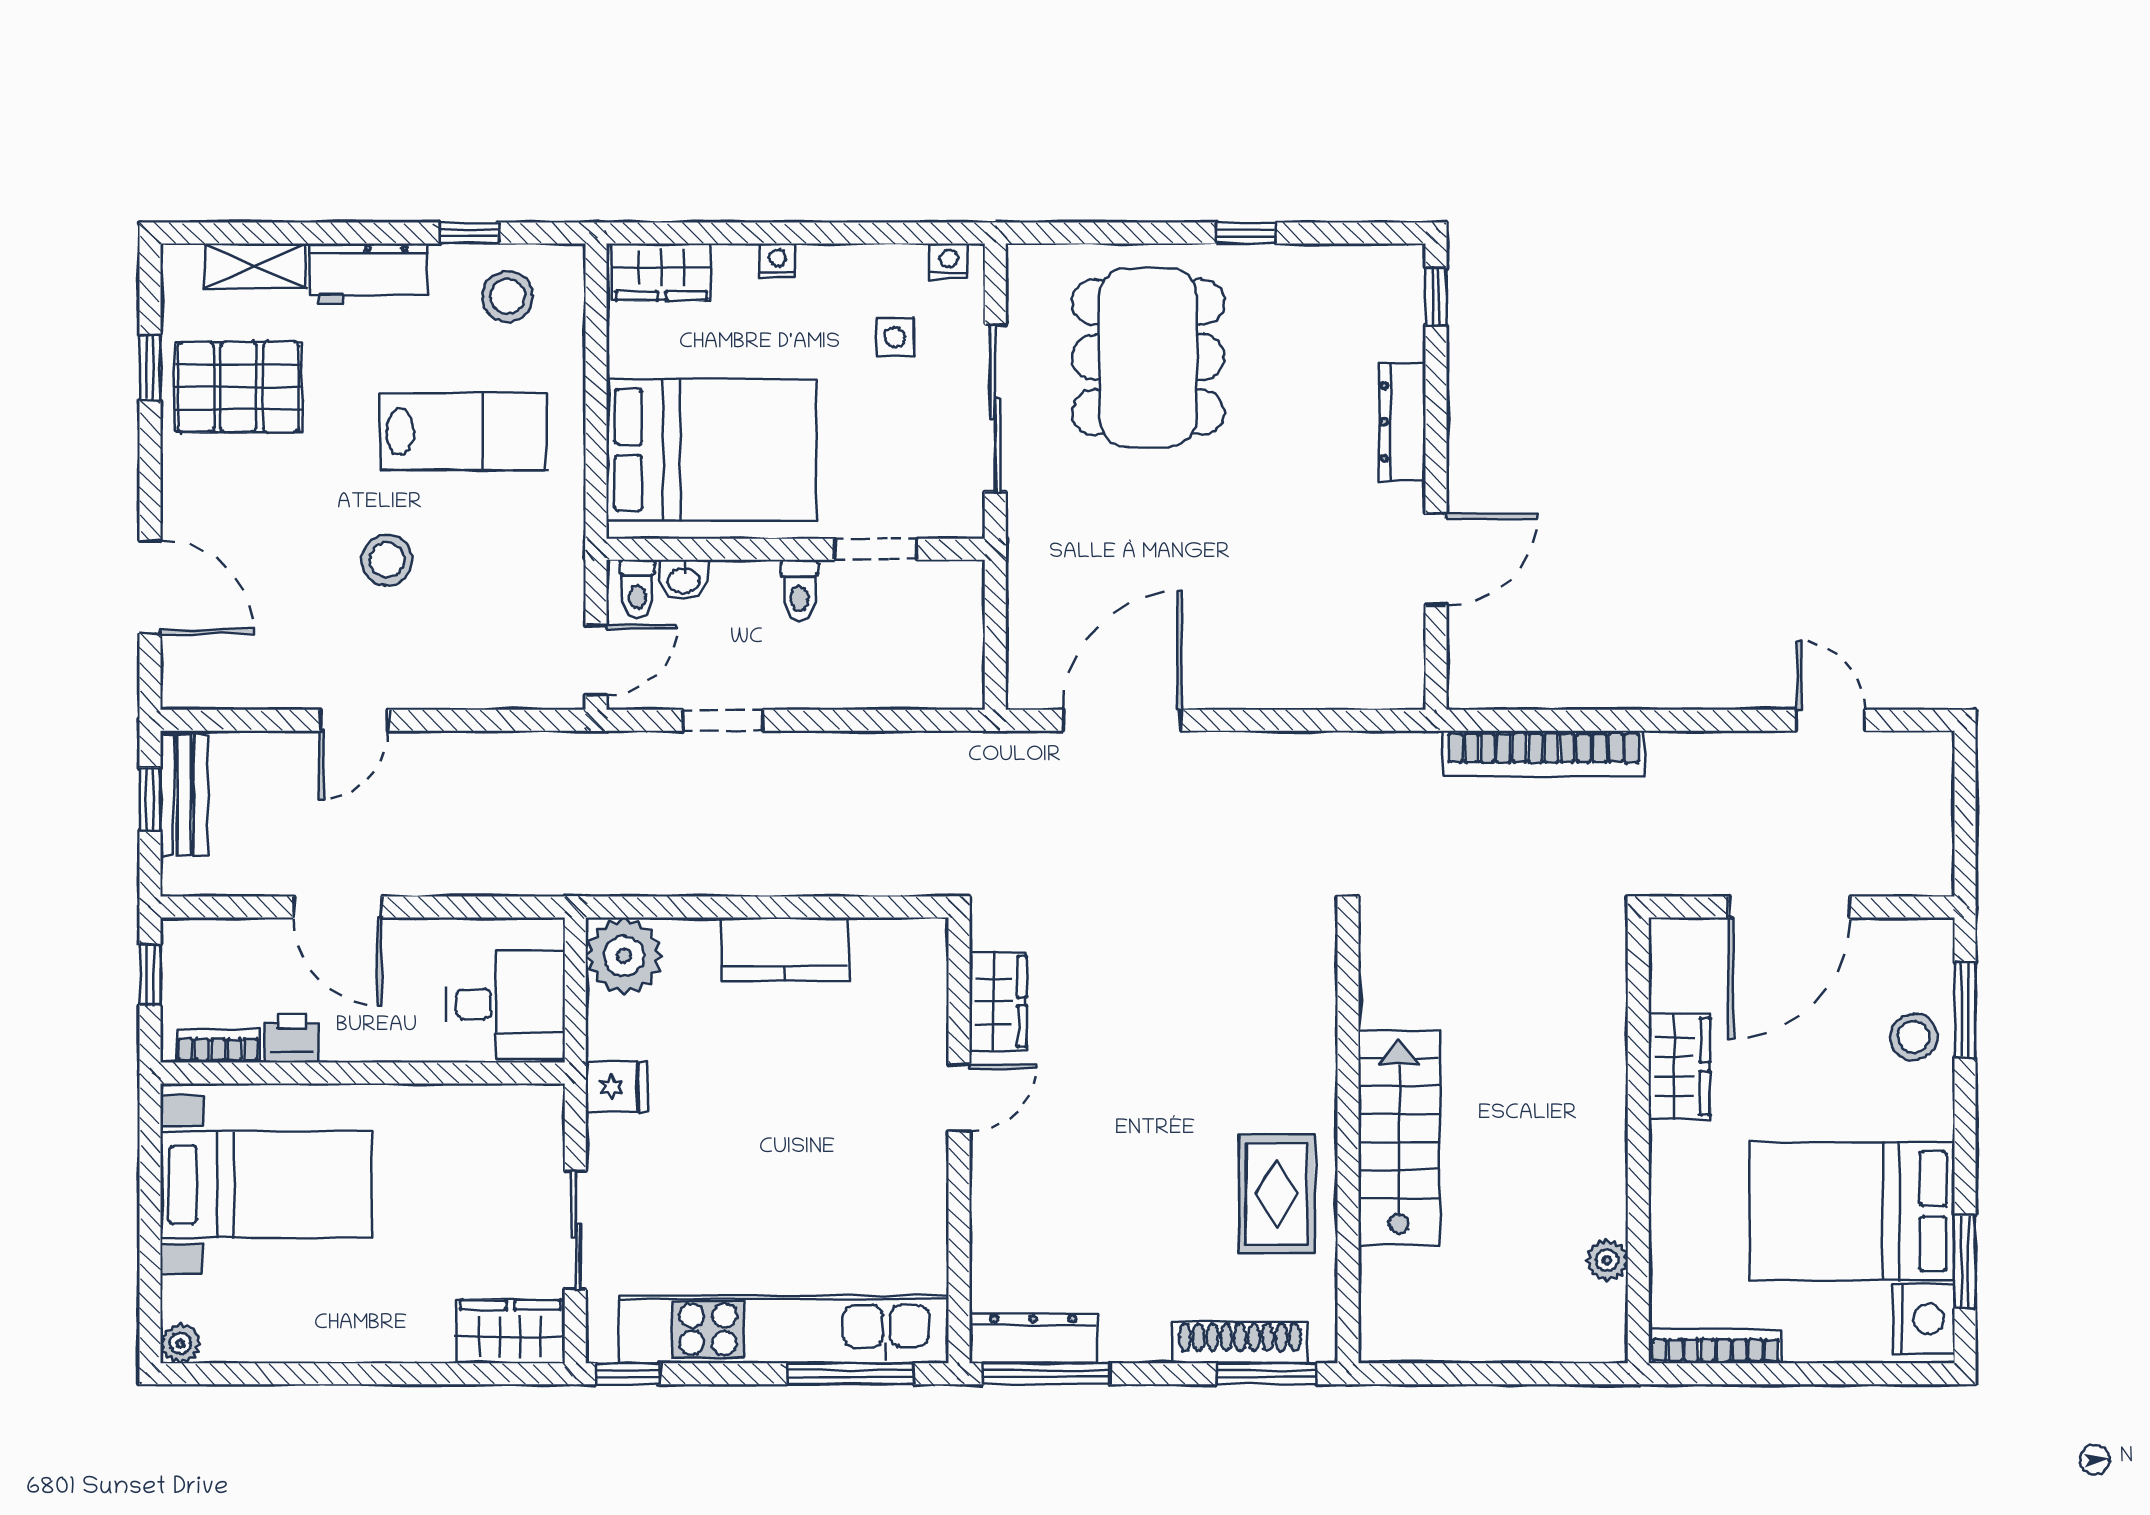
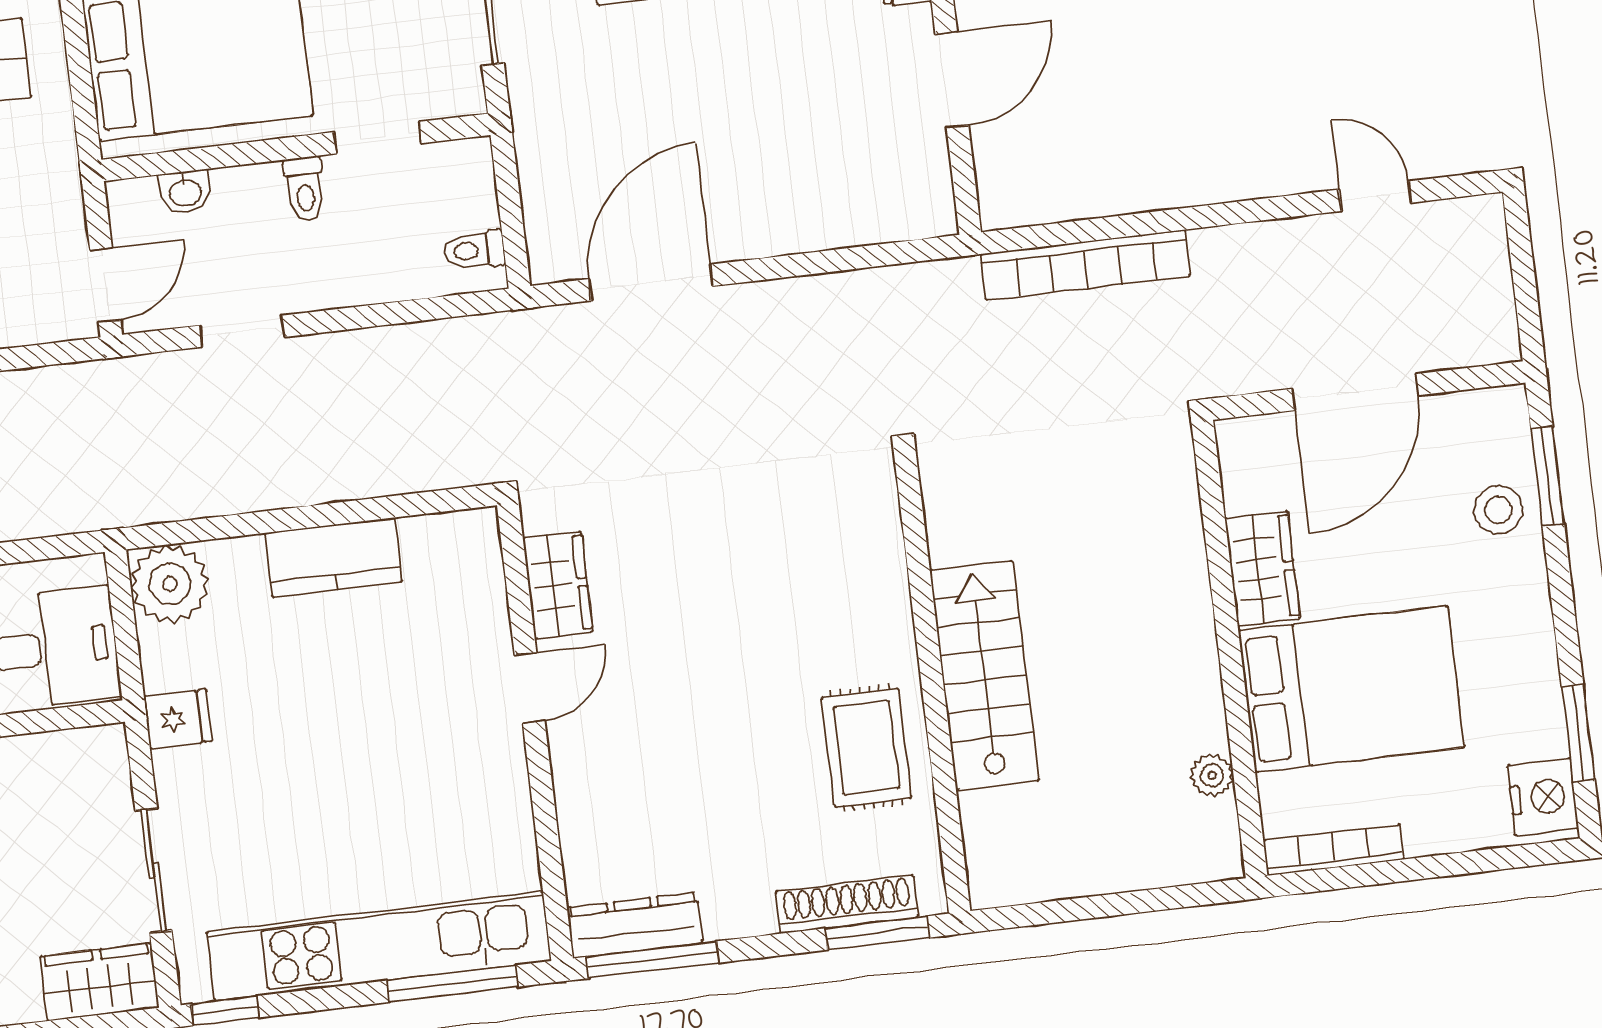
toilet: (637, 589) -> (474, 250), moved, turned 90
bed: (1852, 1211) -> (1351, 689), moved, turned 180

